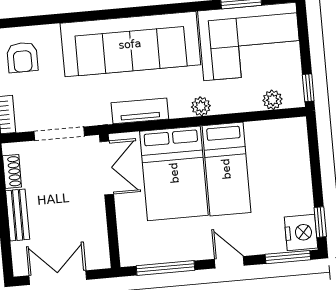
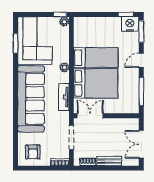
armchair: (22, 57) -> (33, 152), turned 90
plant: (273, 100) -> (64, 22), moved

